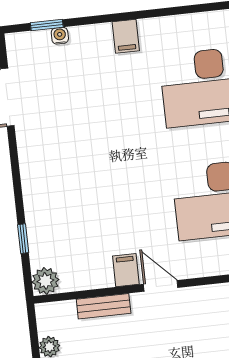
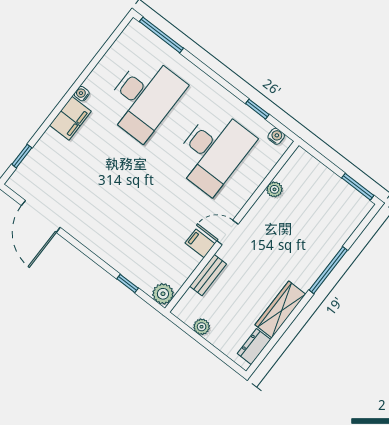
water cooler: (60, 36) -> (82, 94), moved
filing cabinet: (126, 36) -> (70, 118), width x2.00

